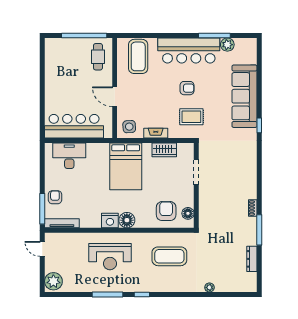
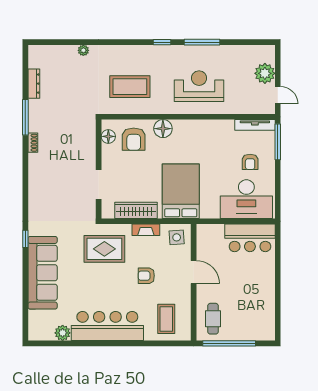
window: (214, 36) -> (78, 343), removed
coffee table: (138, 56) -> (166, 319), width x0.73, depth x0.76
armchair: (187, 88) -> (146, 276), moved
rug: (191, 117) -> (104, 249), width x1.36, depth x1.43
bar counter: (74, 126) -> (250, 238), width x0.73
wardrobe: (164, 150) -> (136, 210), width x1.50
desk: (69, 156) -> (246, 199), width x1.36, depth x1.30
armchair: (55, 197) -> (250, 162), moved
floor lamp: (127, 220) -> (163, 129), moved
nightstand: (110, 221) -> (199, 128), removed
plant: (53, 281) -> (265, 73), moved

